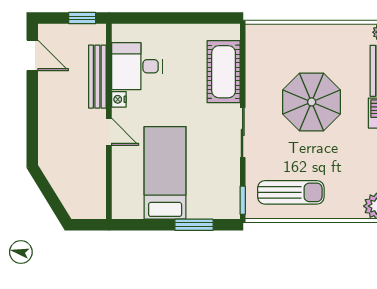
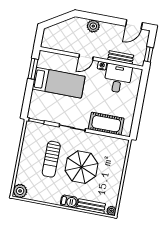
bench: (97, 77) -> (121, 57), width x0.73
plant: (50, 129) -> (93, 26), added
sun lounger: (291, 192) -> (51, 159), moved
window: (194, 225) -> (33, 69), moved

